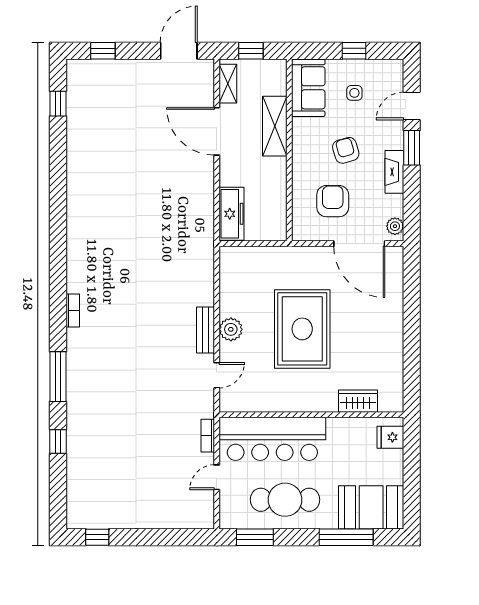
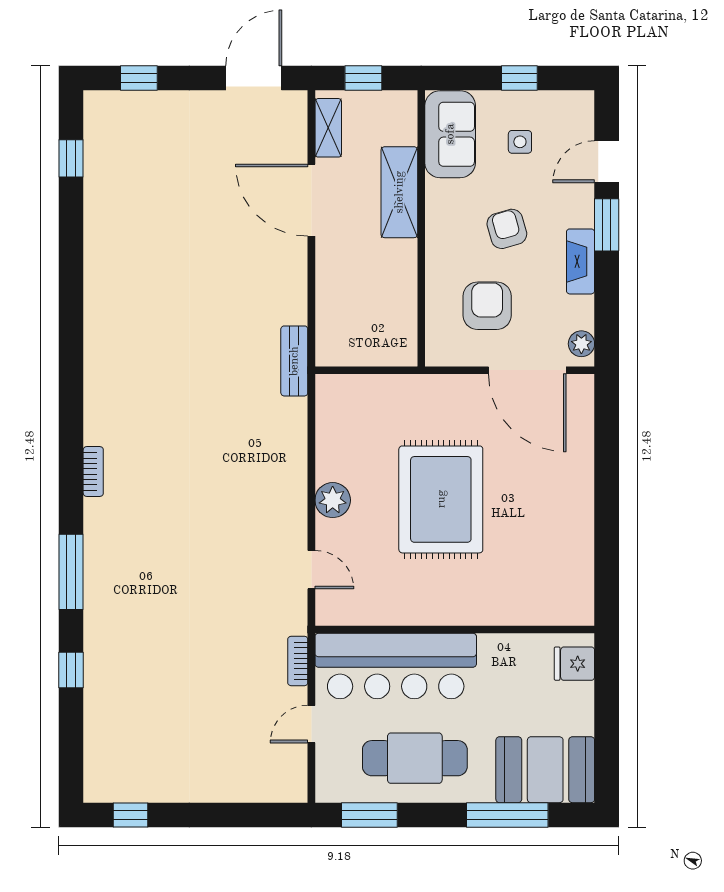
freezer: (231, 214) -> (334, 325), removed
bench: (205, 330) -> (294, 361), moved
door: (217, 375) -> (311, 570), hinge flipped
wardrobe: (358, 401) -> (525, 609), removed

